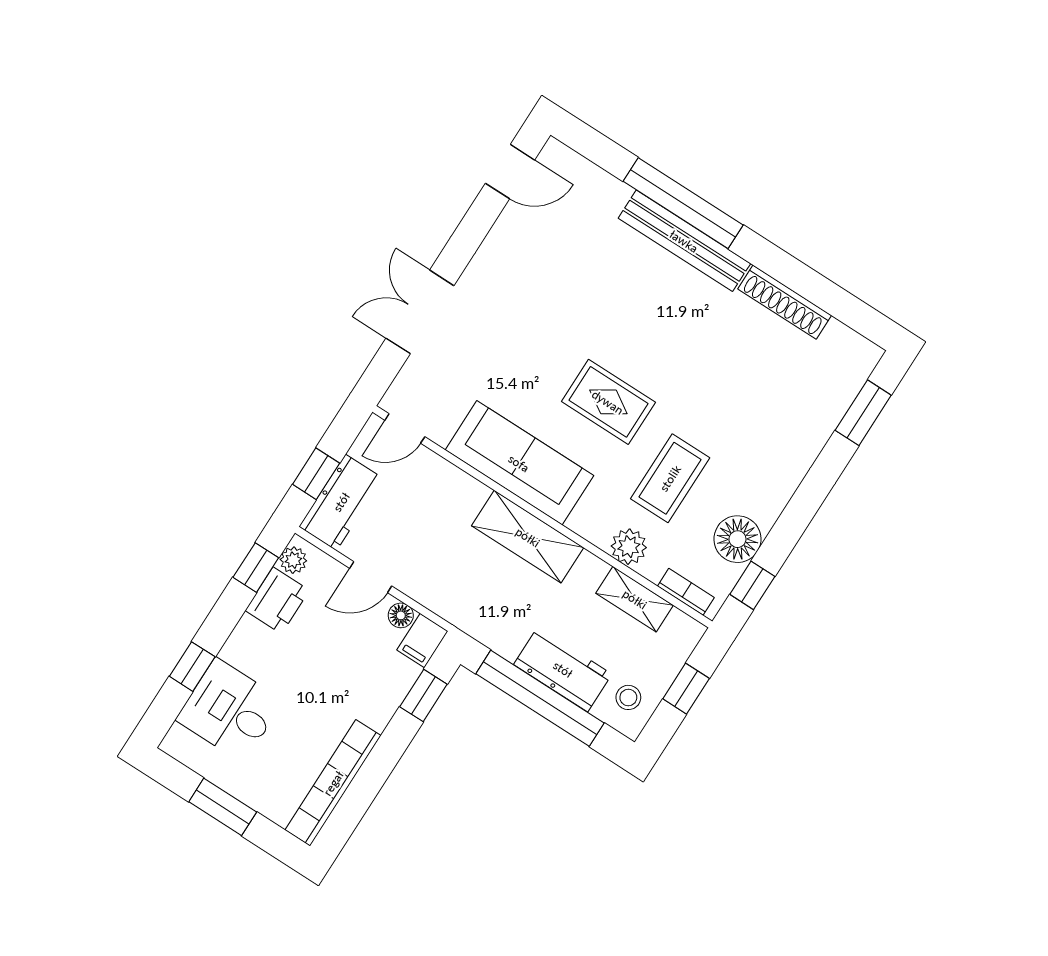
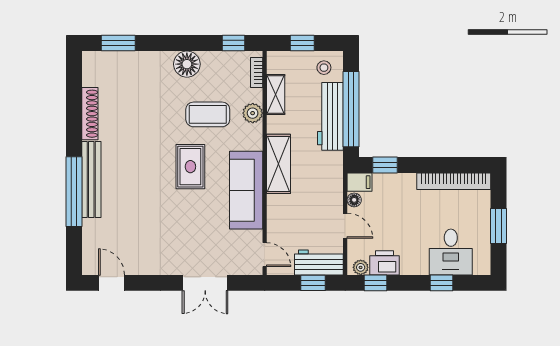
floor lamp: (737, 539) -> (187, 64), moved
workbench: (563, 669) -> (330, 116), width x1.38

